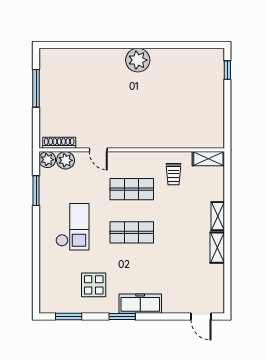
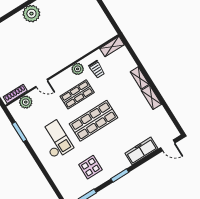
plant: (47, 160) -> (78, 69), moved
shop shelf: (132, 232) -> (94, 121), width x1.43, depth x1.36
freezer: (140, 304) -> (141, 151), moved

